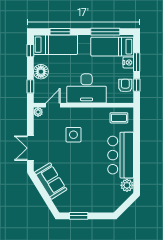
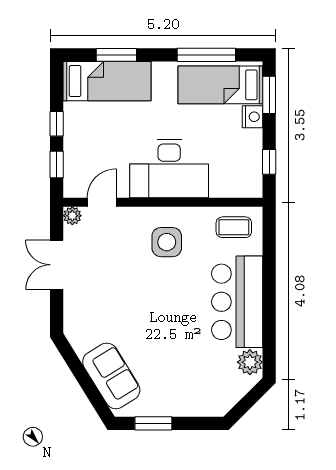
window: (30, 51) -> (57, 124), moved
window: (137, 62) -> (269, 95), moved
floor lamp: (41, 72) -> (78, 135), removed
armchair: (125, 85) -> (247, 163), removed
side table: (73, 135) -> (167, 242), moved
double door: (30, 148) -> (57, 265), moved
sofa: (51, 181) -> (111, 376), moved

